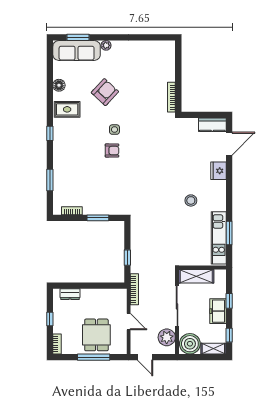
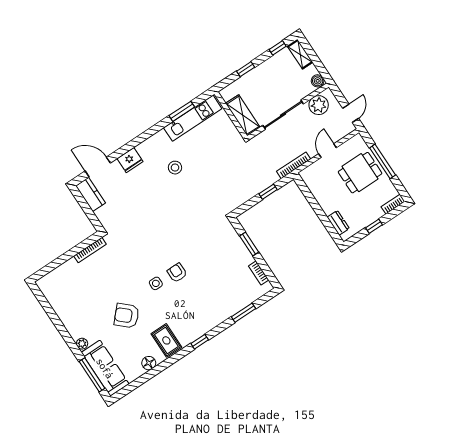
window: (78, 37) -> (92, 375), width x1.44
freezer: (218, 311) -> (262, 73), removed
boiler: (190, 344) -> (318, 81), width x0.54, depth x0.54

